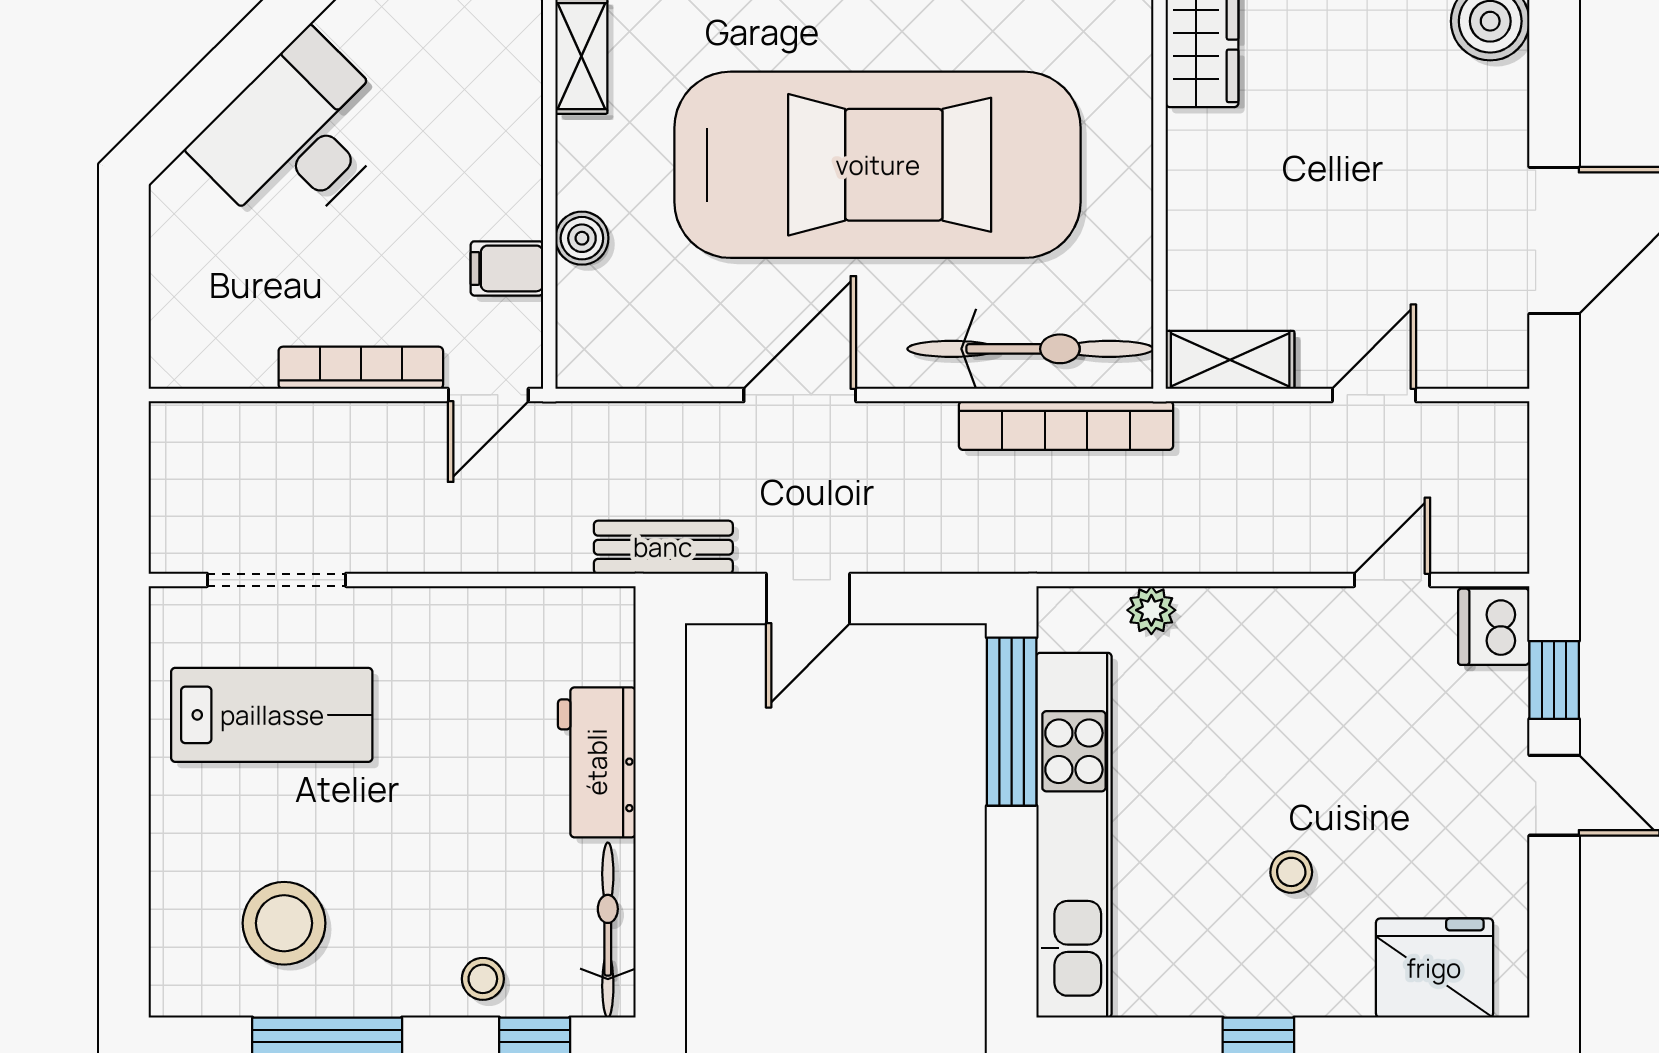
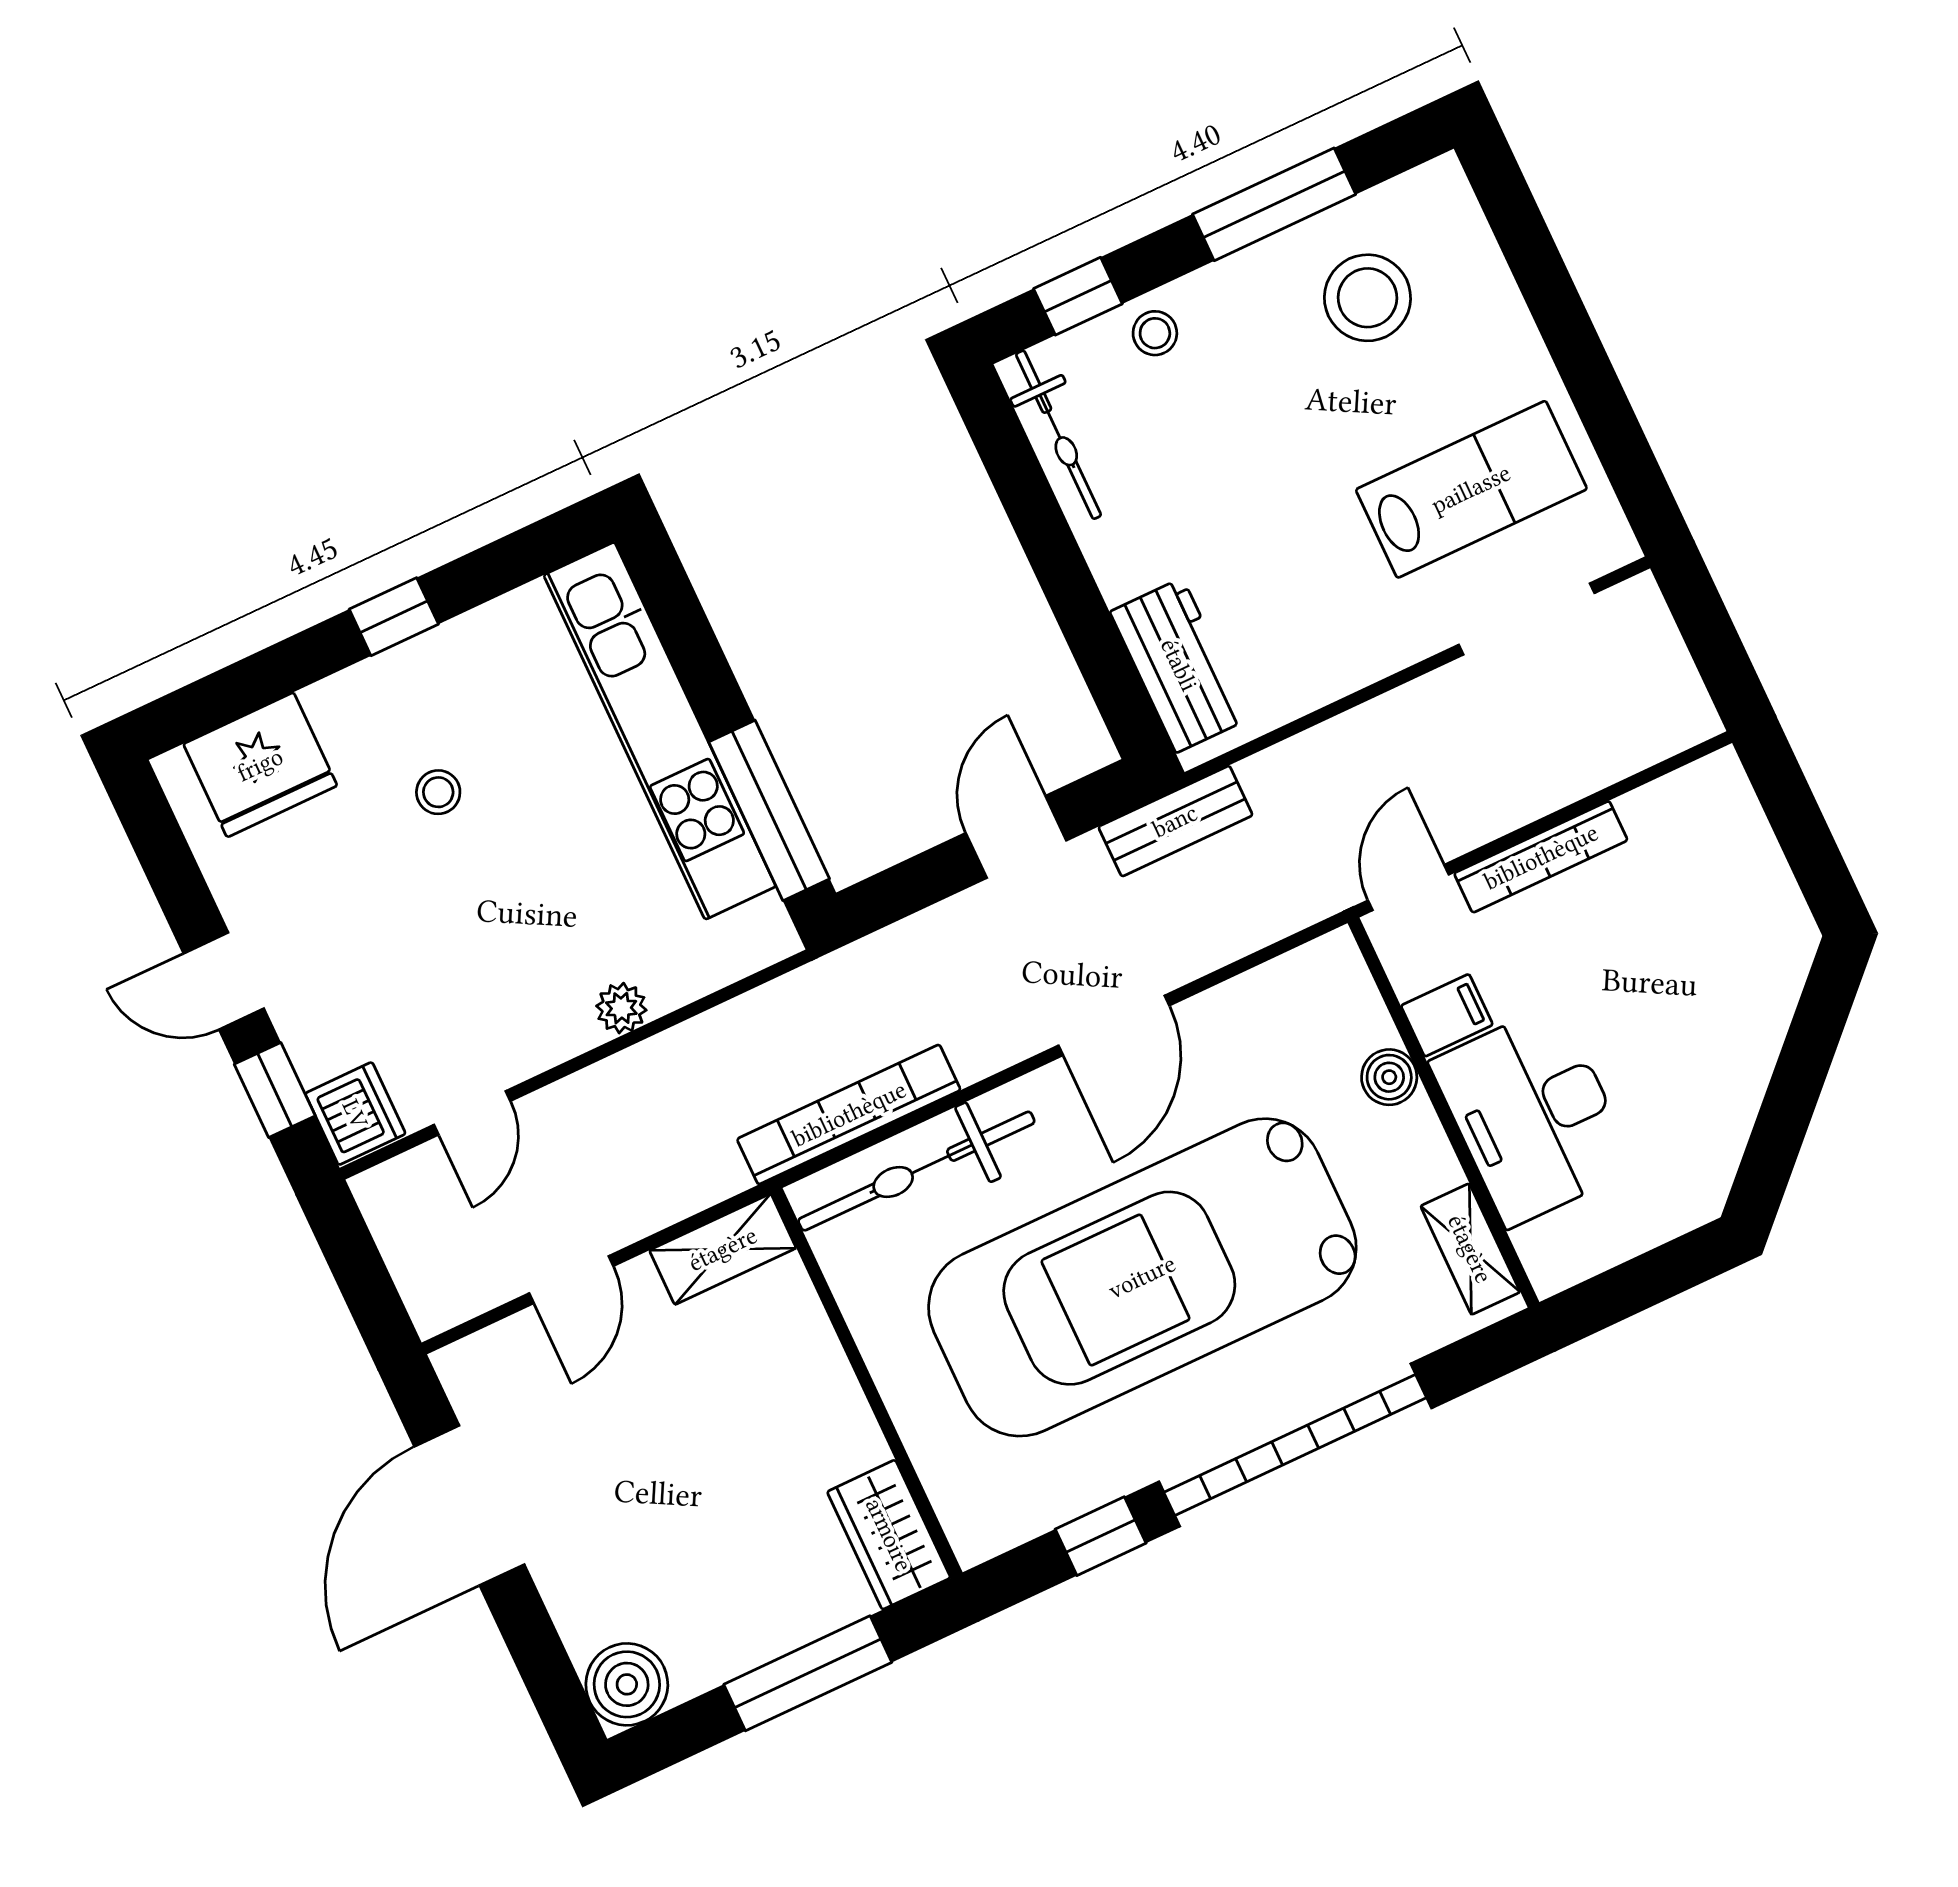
desk: (296, 136) -> (1533, 1115), moved, turned 135
plant: (1151, 610) -> (621, 1008), moved
lab bench: (272, 715) -> (1471, 489), turned 180
workbench: (597, 762) -> (1179, 665), moved

